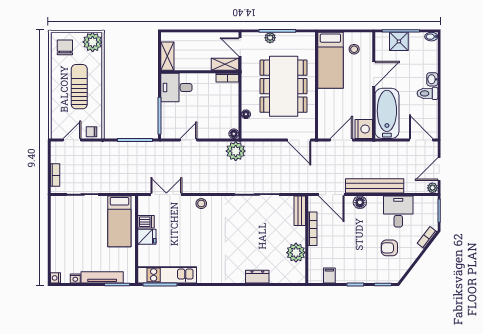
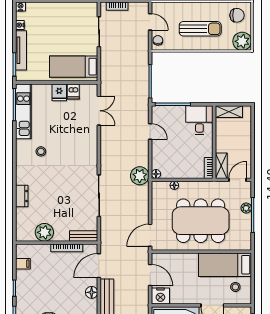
stool: (201, 204) -> (41, 151), moved

